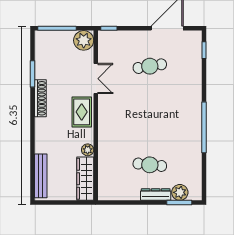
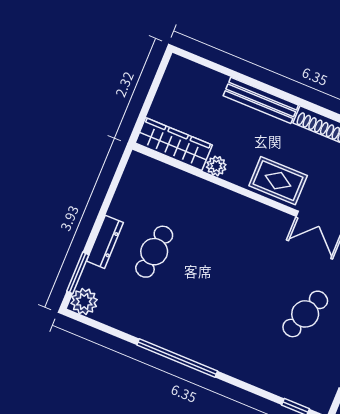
cafe table: (150, 66) -> (305, 314), turned 30
bench: (41, 176) -> (261, 100), moved
plant: (180, 192) -> (84, 302), moved

